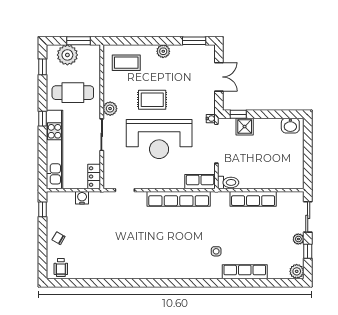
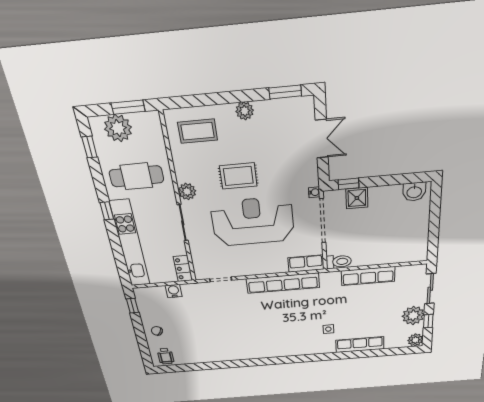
reception desk: (159, 139) -> (253, 222), turned 180
plant: (298, 239) -> (413, 315), width x1.88, depth x1.88

